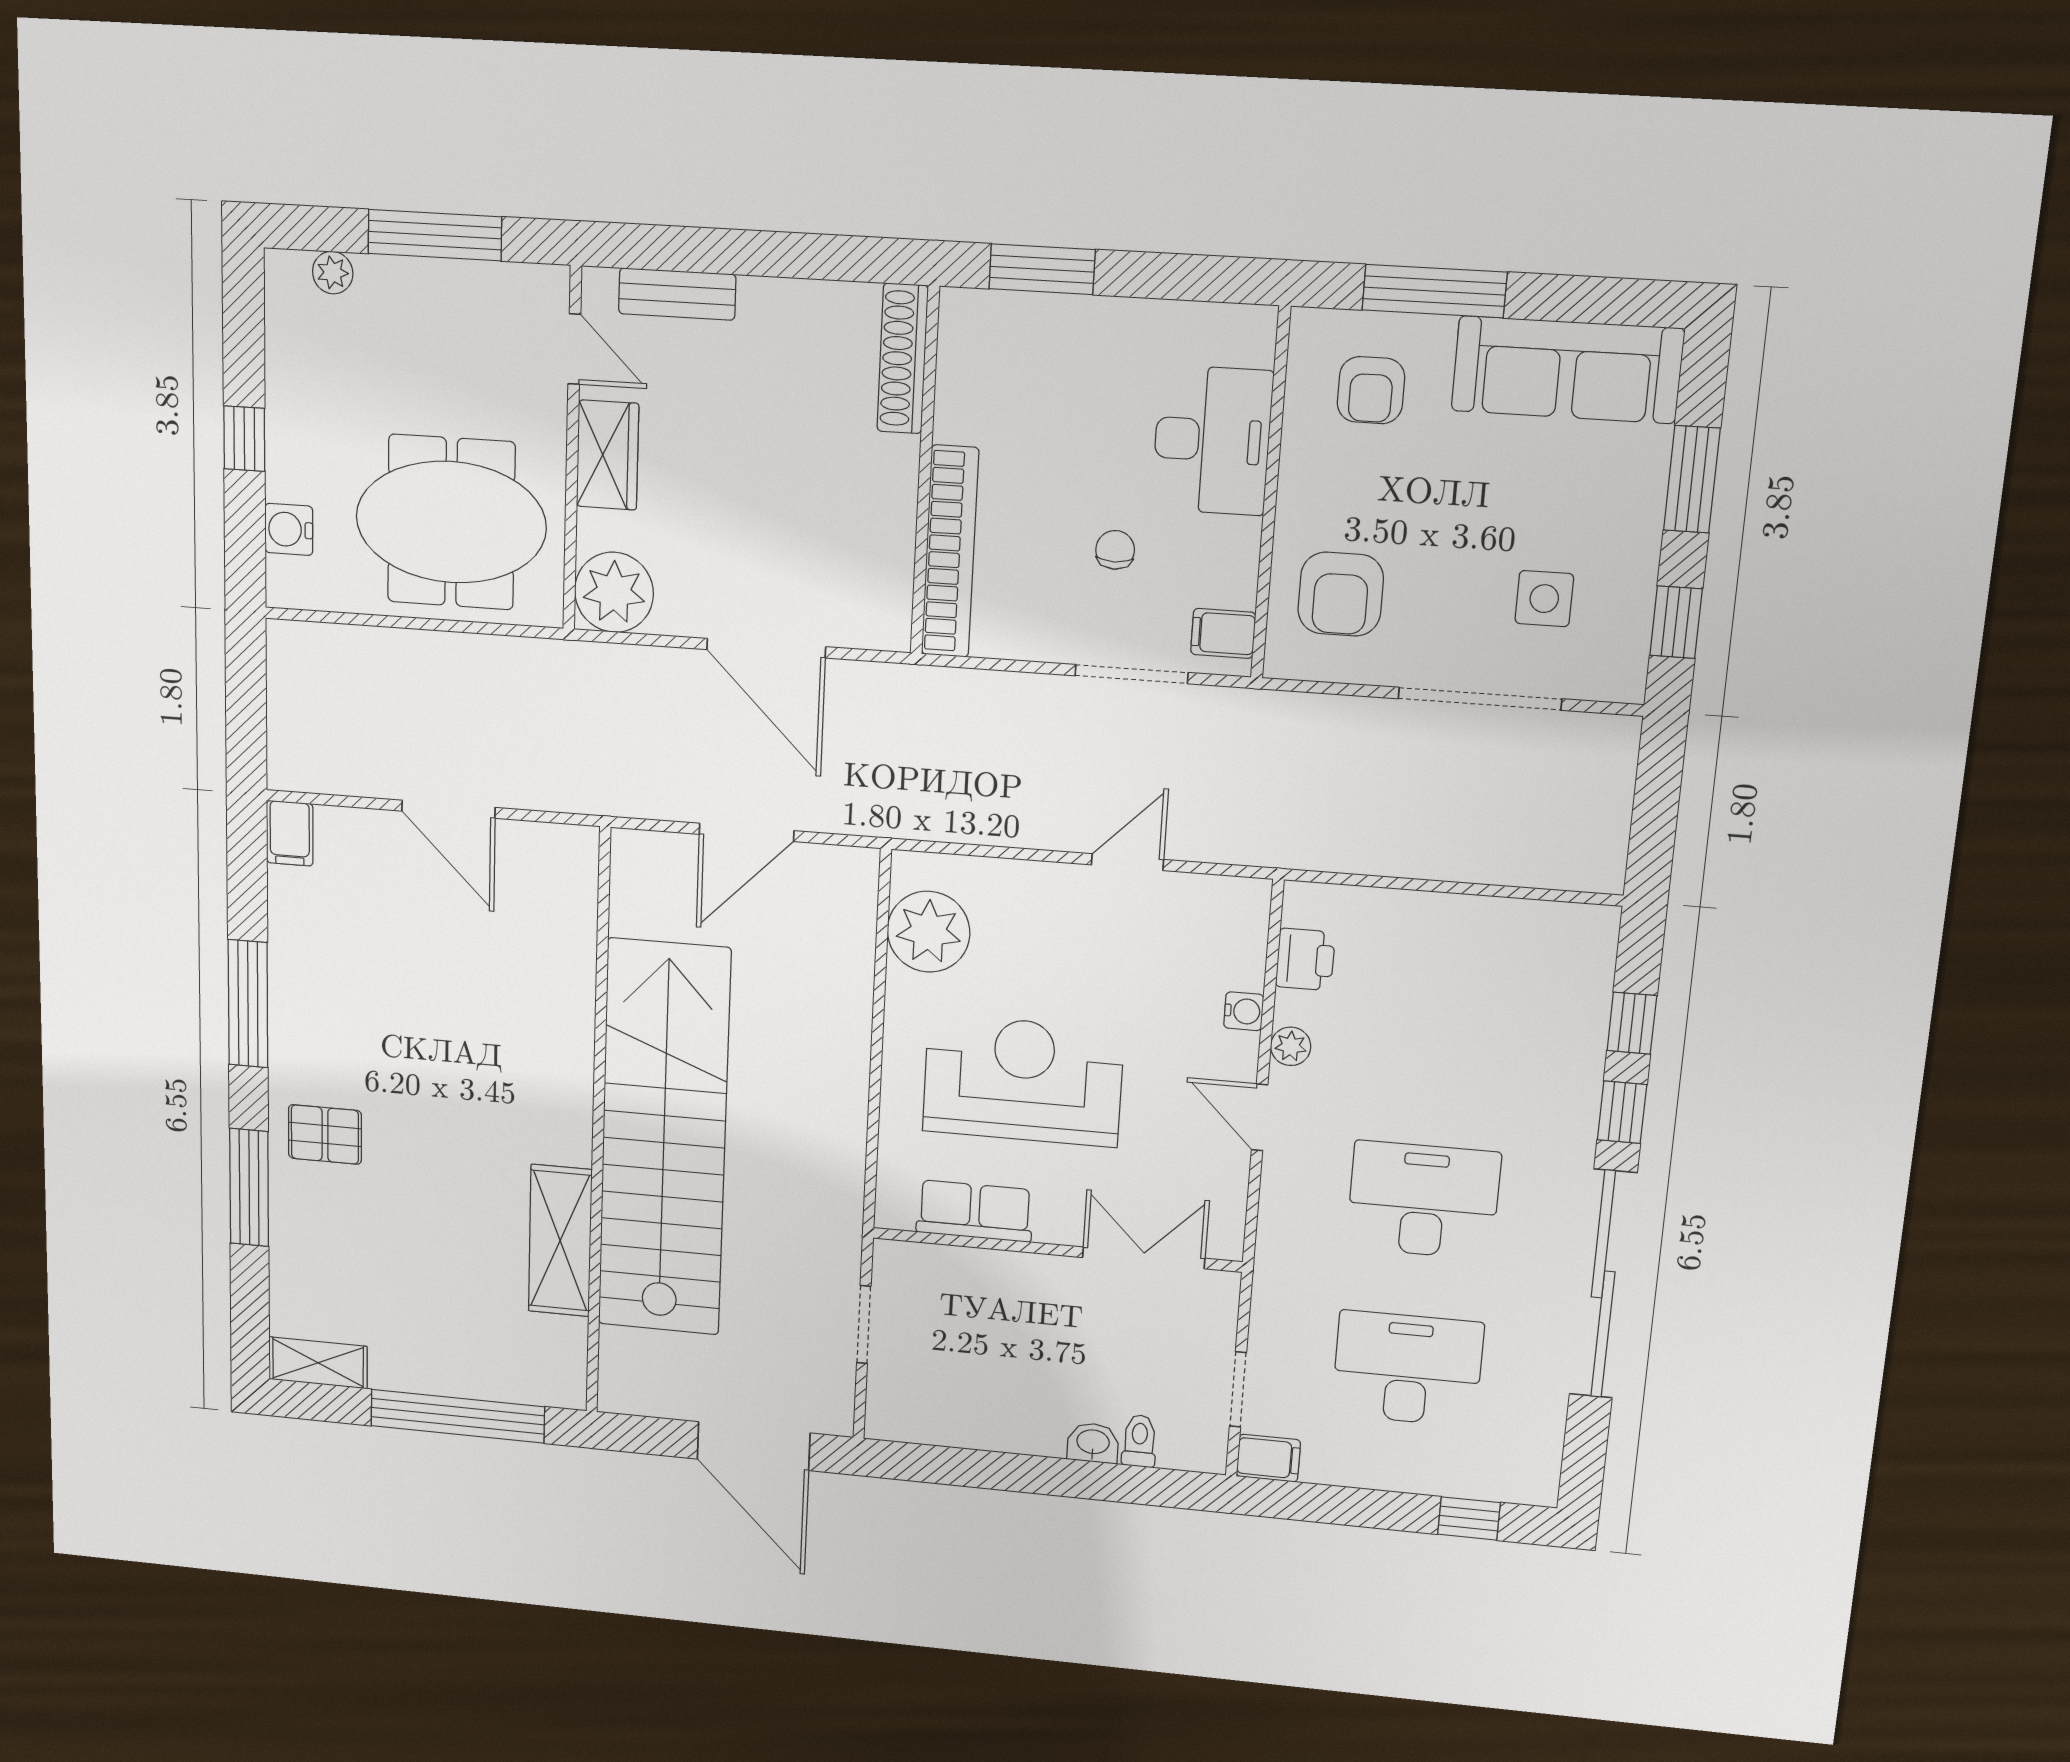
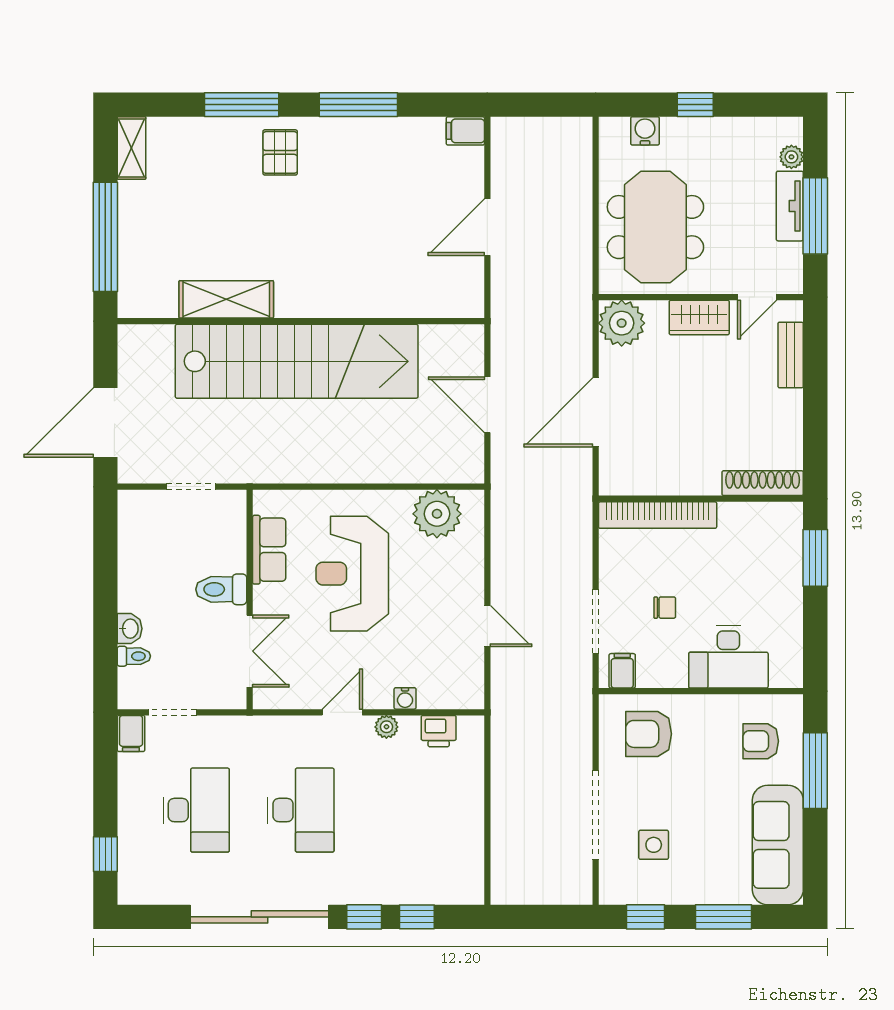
tv unit: (417, 280) -> (790, 206), added
reception desk: (1023, 1080) -> (352, 574), turned 180
toilet: (1037, 1293) -> (221, 589), added

